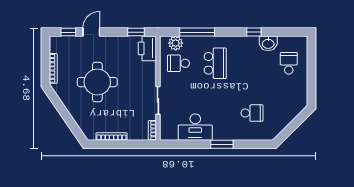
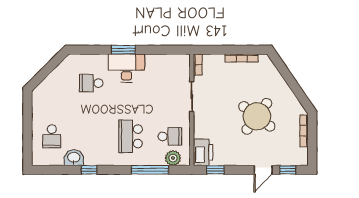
round table: (97, 82) -> (257, 116), turned 37
desk: (195, 127) -> (126, 68), moved

